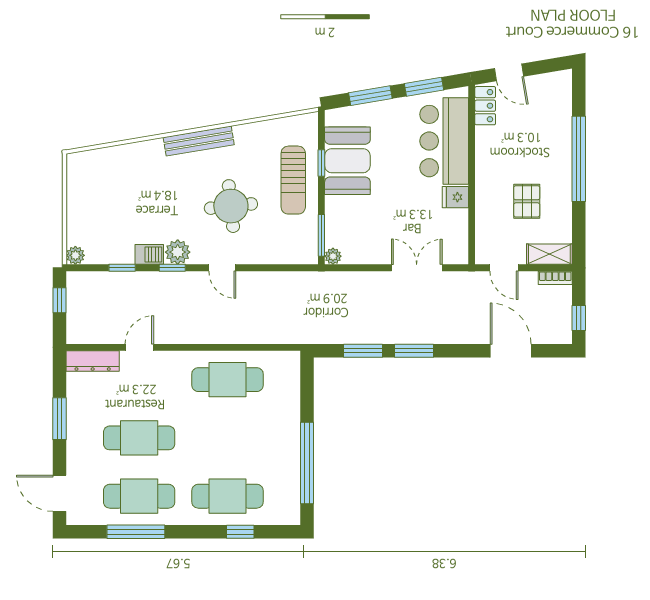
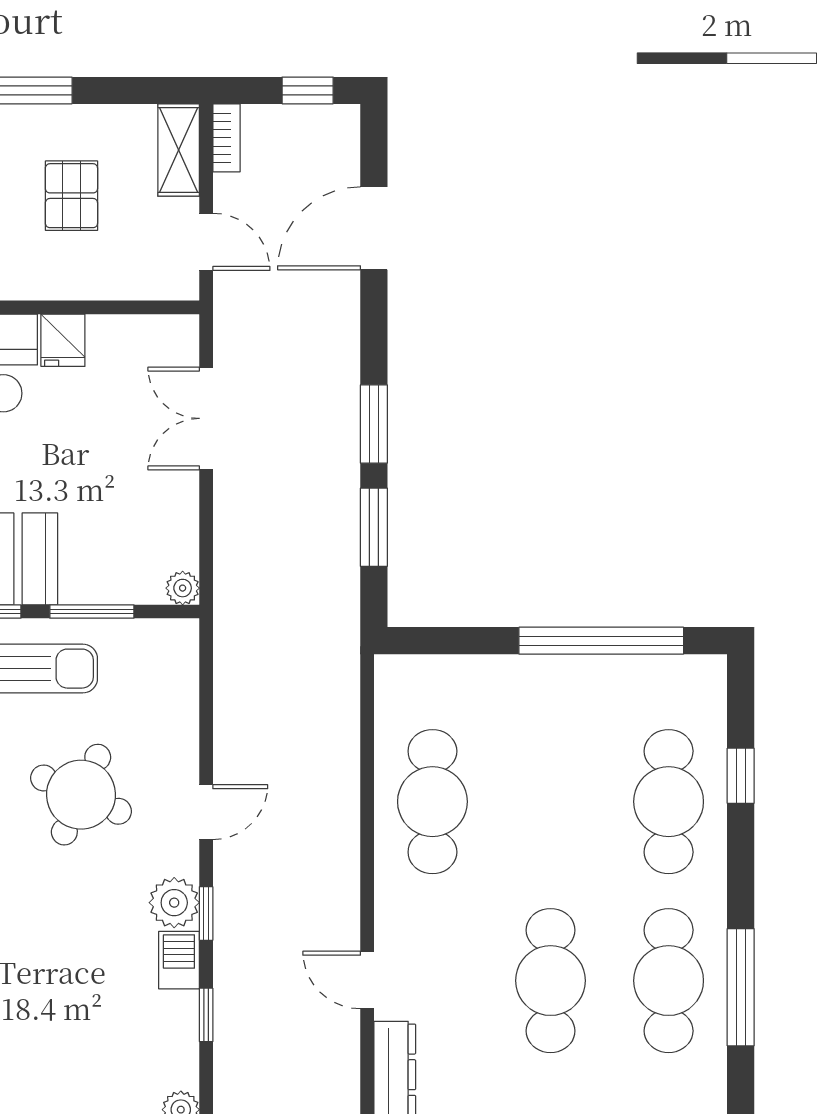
pallet: (527, 201) -> (71, 196), turned 90
round table: (231, 206) -> (81, 795), turned 30
window: (321, 235) -> (92, 612), moved
door: (504, 268) -> (206, 242), hinge flipped

